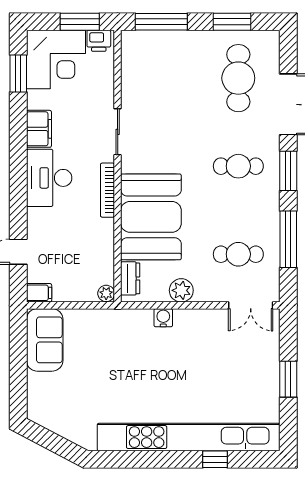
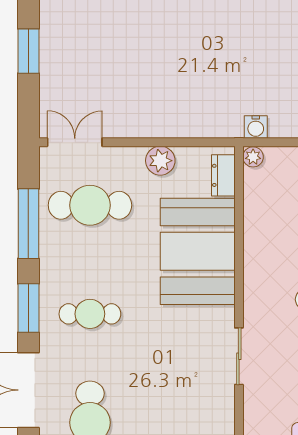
bookcase: (107, 190) -> (251, 284), removed
cafe table: (238, 254) -> (90, 205), width x1.37, depth x1.35
water cooler: (163, 318) -> (256, 127), moved

